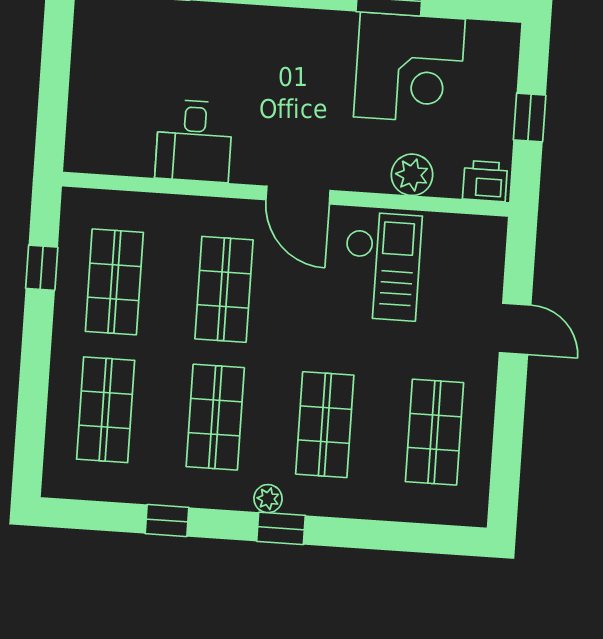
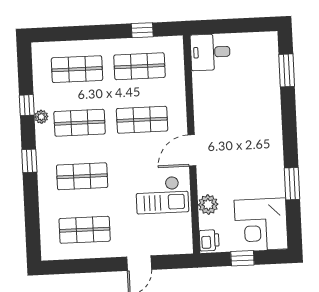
corner desk: (409, 68) -> (261, 225), moved
desk: (194, 141) -> (210, 52), moved
plant: (268, 499) -> (41, 117), moved

